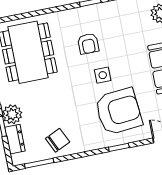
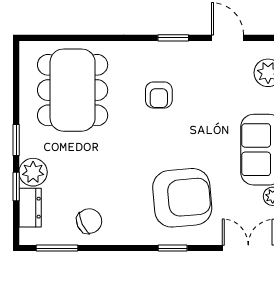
side table: (103, 75) -> (170, 143), removed

